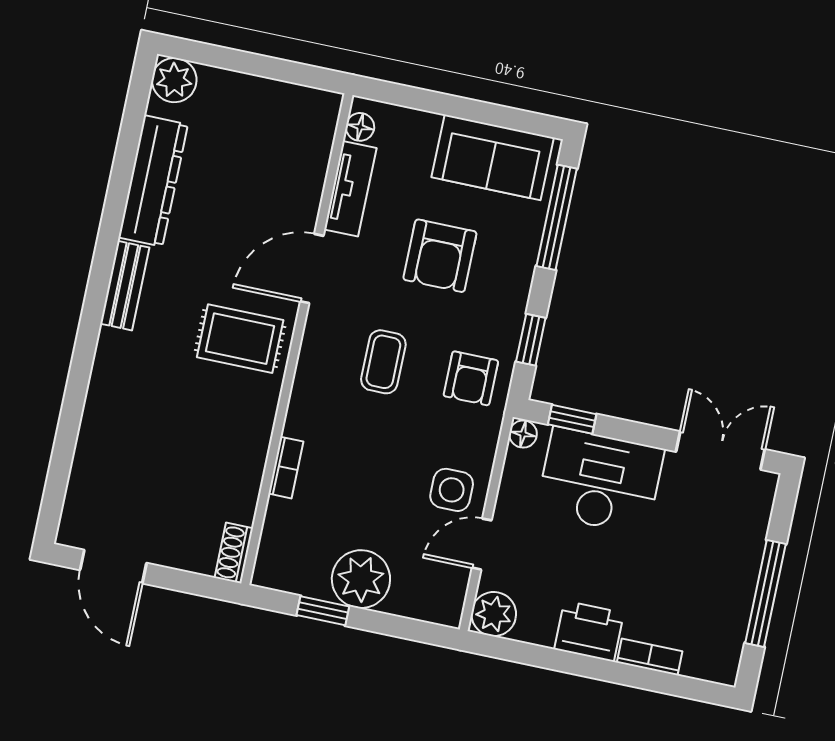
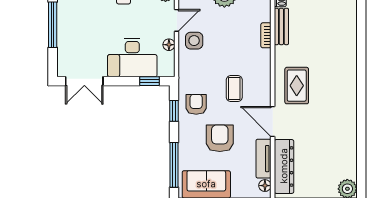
dresser: (153, 181) -> (284, 166), moved, turned 180
door: (312, 269) -> (273, 121), swing flipped
bench: (125, 286) -> (281, 26), moved
rug: (240, 339) -> (297, 86), turned 90
armchair: (471, 378) -> (196, 104), moved
floor lamp: (523, 434) -> (169, 45), moved

